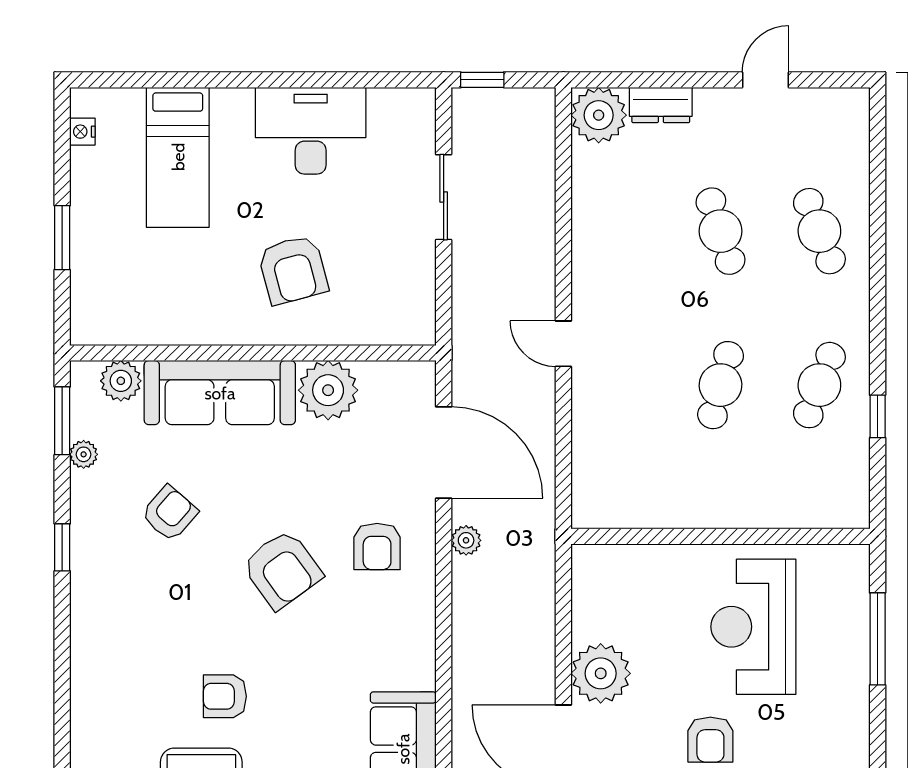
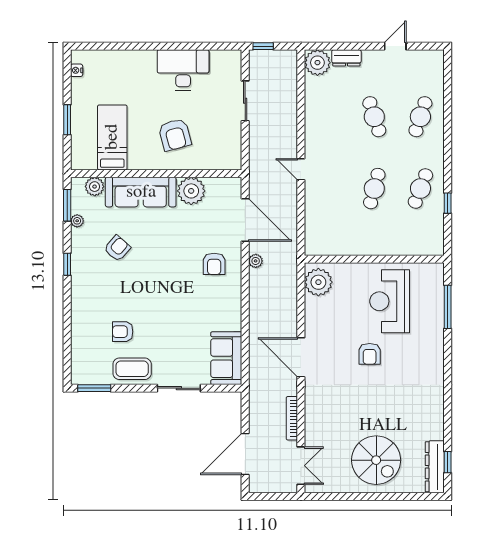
bed: (178, 157) -> (112, 137), moved, turned 180
cafe table: (819, 231) -> (420, 117), turned 39
armchair: (282, 570) -> (170, 275), removed
plant: (601, 673) -> (318, 282), moved
armchair: (225, 696) -> (123, 332), moved

